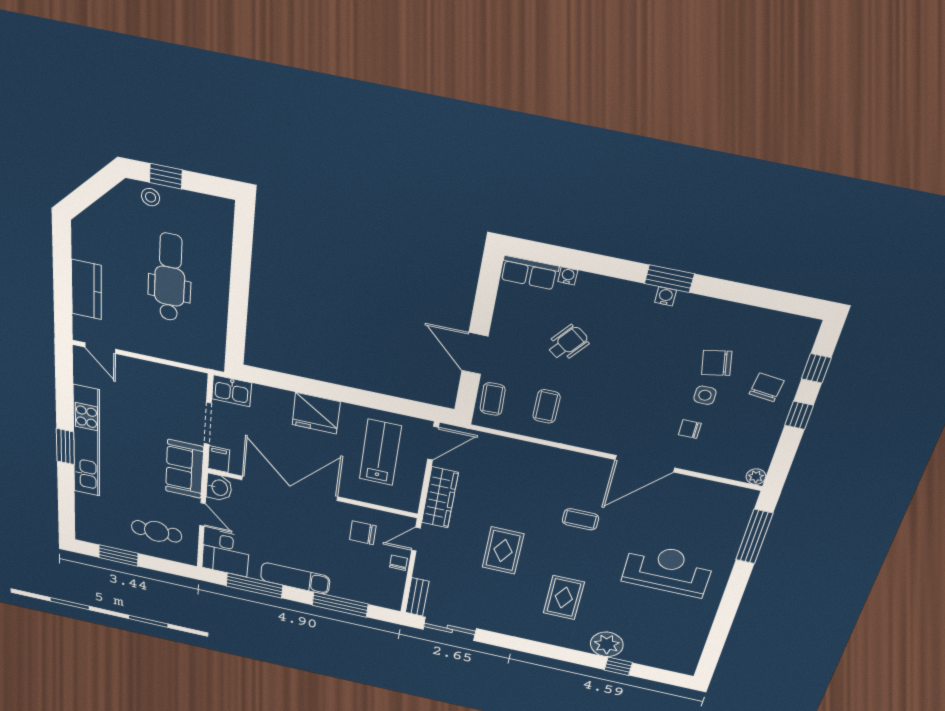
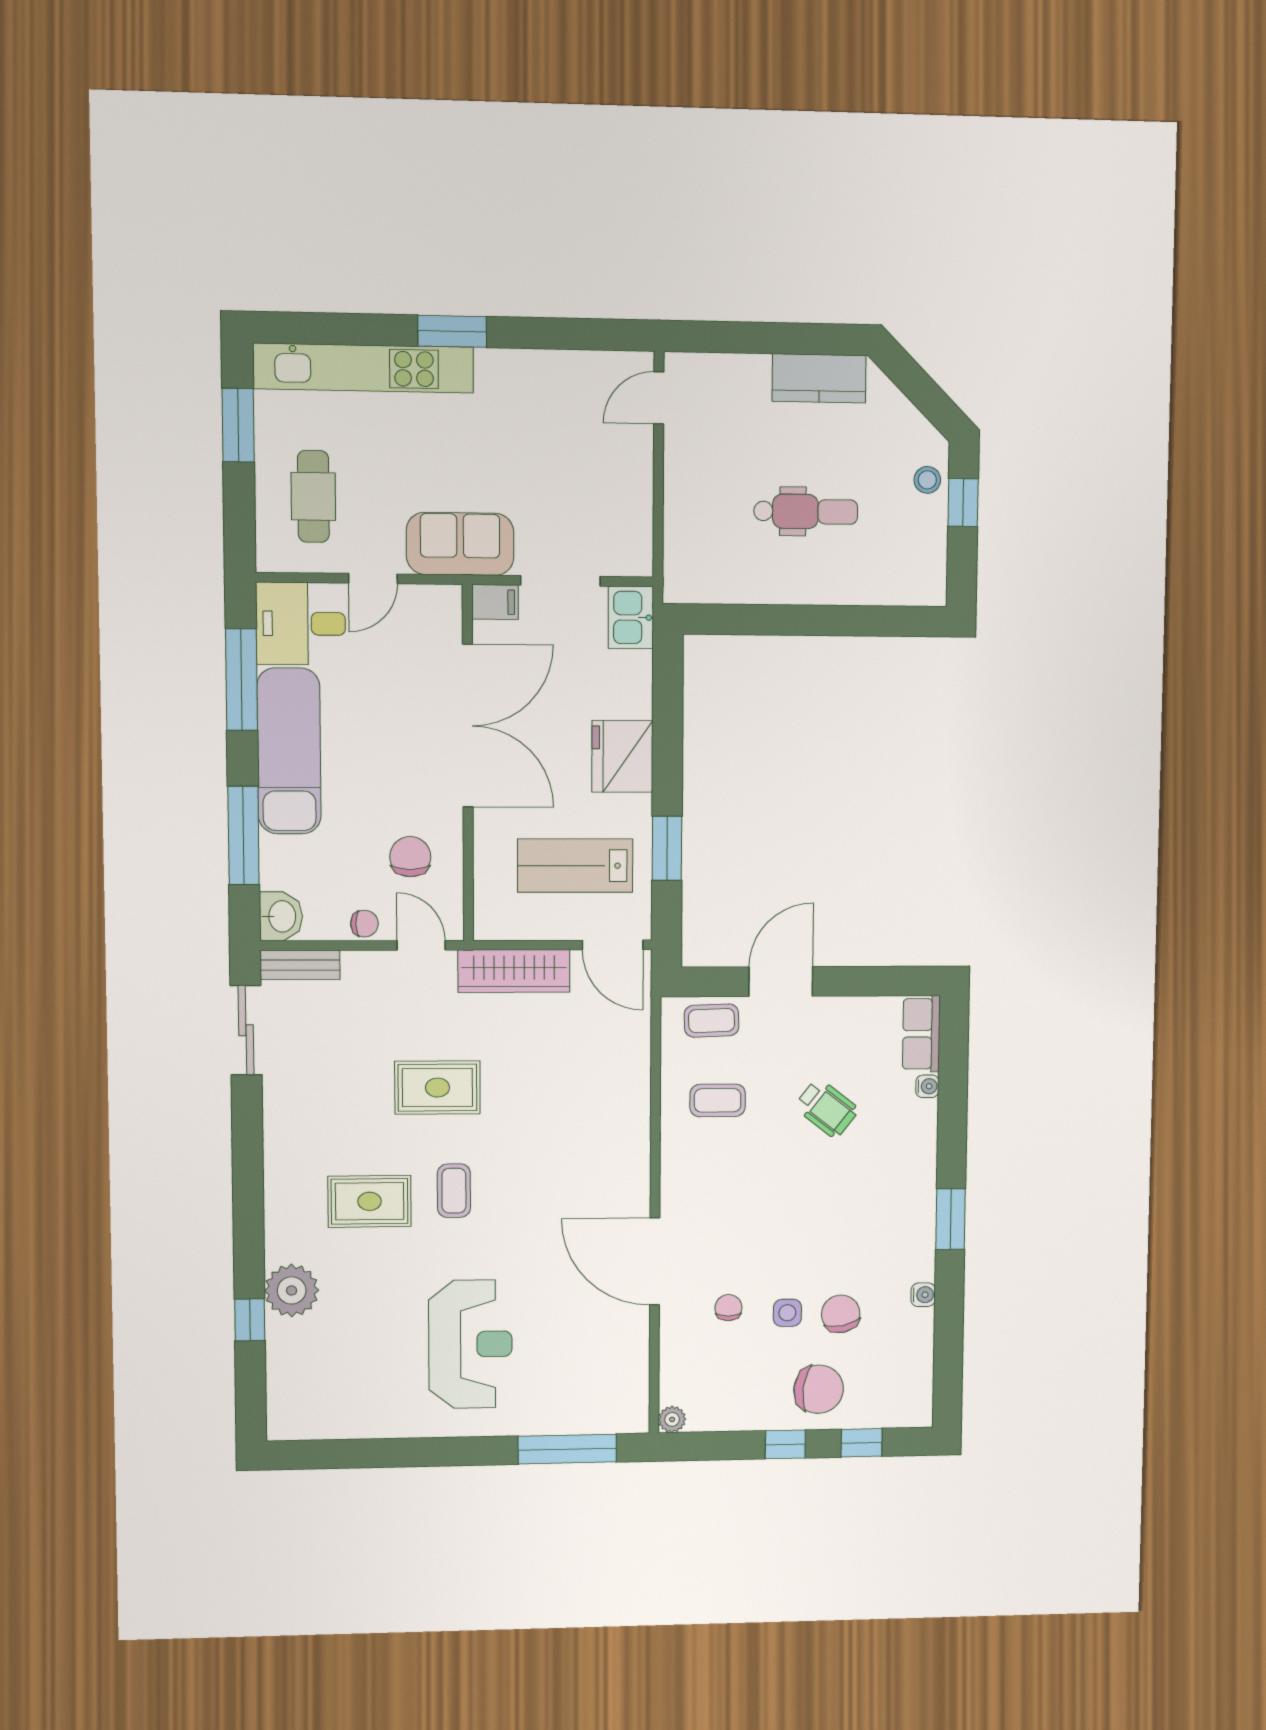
dental chair: (170, 278) -> (806, 511), width x0.73, depth x0.72
kitchen counter: (86, 290) -> (819, 378), moved
water cooler: (666, 296) -> (923, 1295), moved
chair: (767, 387) -> (819, 1389), width x1.37, depth x1.37
window: (377, 401) -> (667, 848), added
kitchen unit: (87, 441) -> (363, 368), moved
lab bench: (380, 452) -> (575, 866), turned 180
washbasin: (219, 488) -> (281, 916), moved, turned -90
coffee table: (580, 519) -> (454, 1191), moved
exam couch: (295, 578) -> (289, 751), width x1.36, depth x1.45

